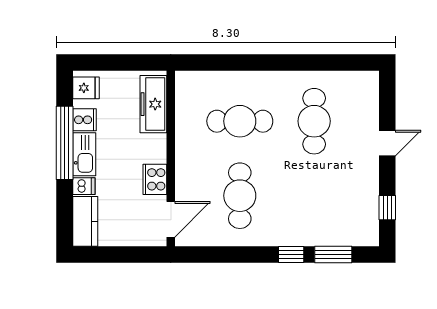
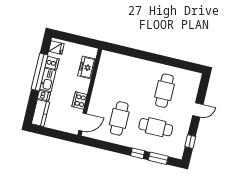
freezer: (153, 104) -> (87, 67), width x0.71
cafe table: (240, 121) -> (156, 127), moved

